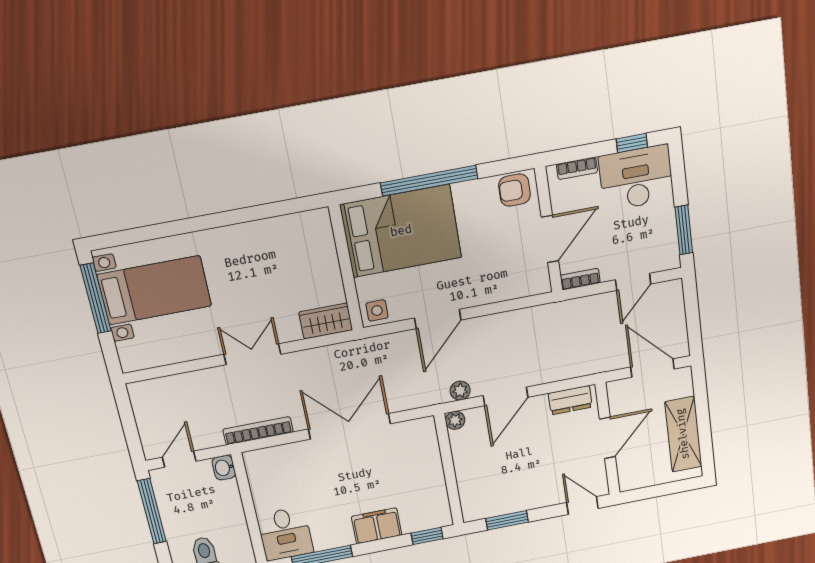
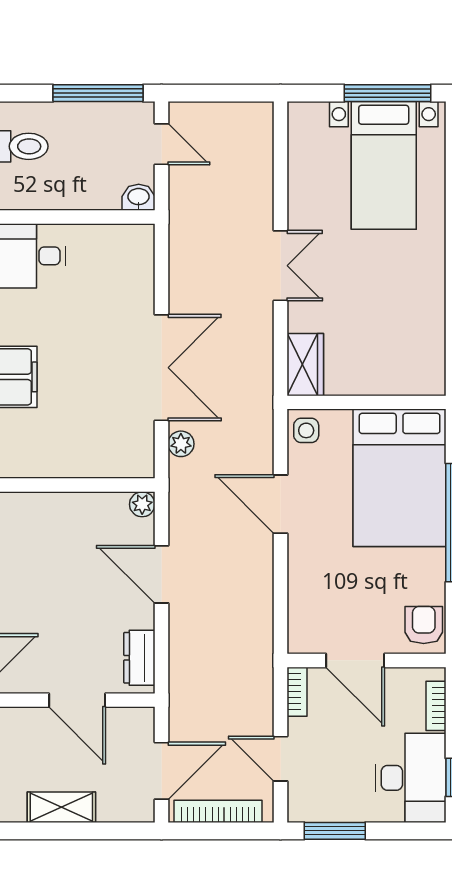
plant: (460, 391) -> (181, 444), moved
bookcase: (258, 431) -> (218, 811), moved, turned -90
shelving: (683, 434) -> (61, 807), width x0.67, depth x0.75

